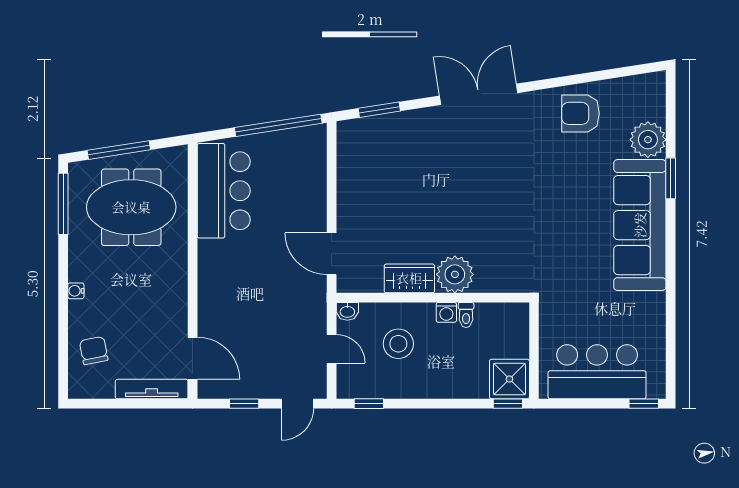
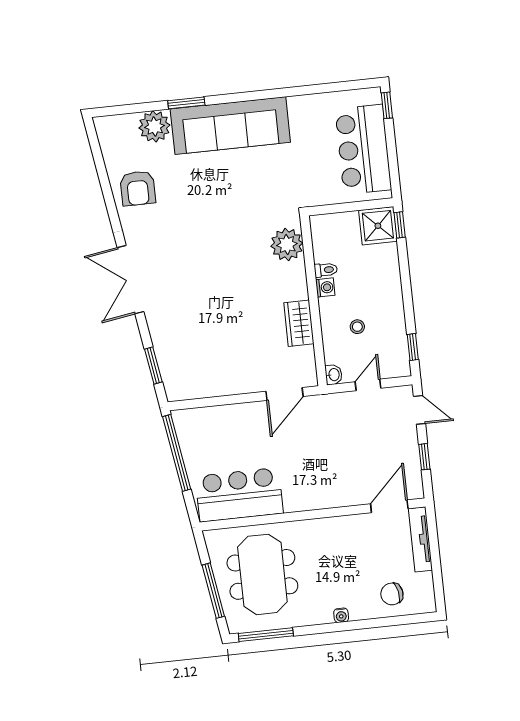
plant: (455, 274) -> (287, 245), moved
stool: (398, 344) -> (357, 327), width x0.53, depth x0.53

